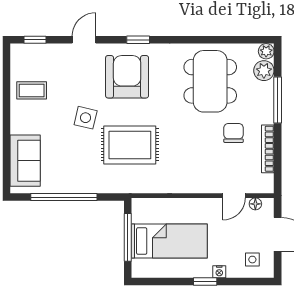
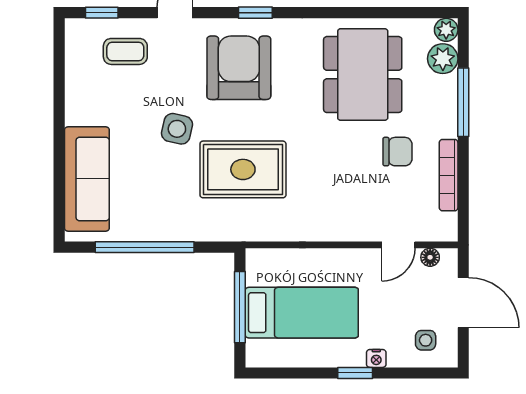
coffee table: (32, 90) -> (125, 51), moved
chair: (234, 133) -> (397, 152), turned 90
sofa: (25, 161) -> (87, 179), width x1.36

